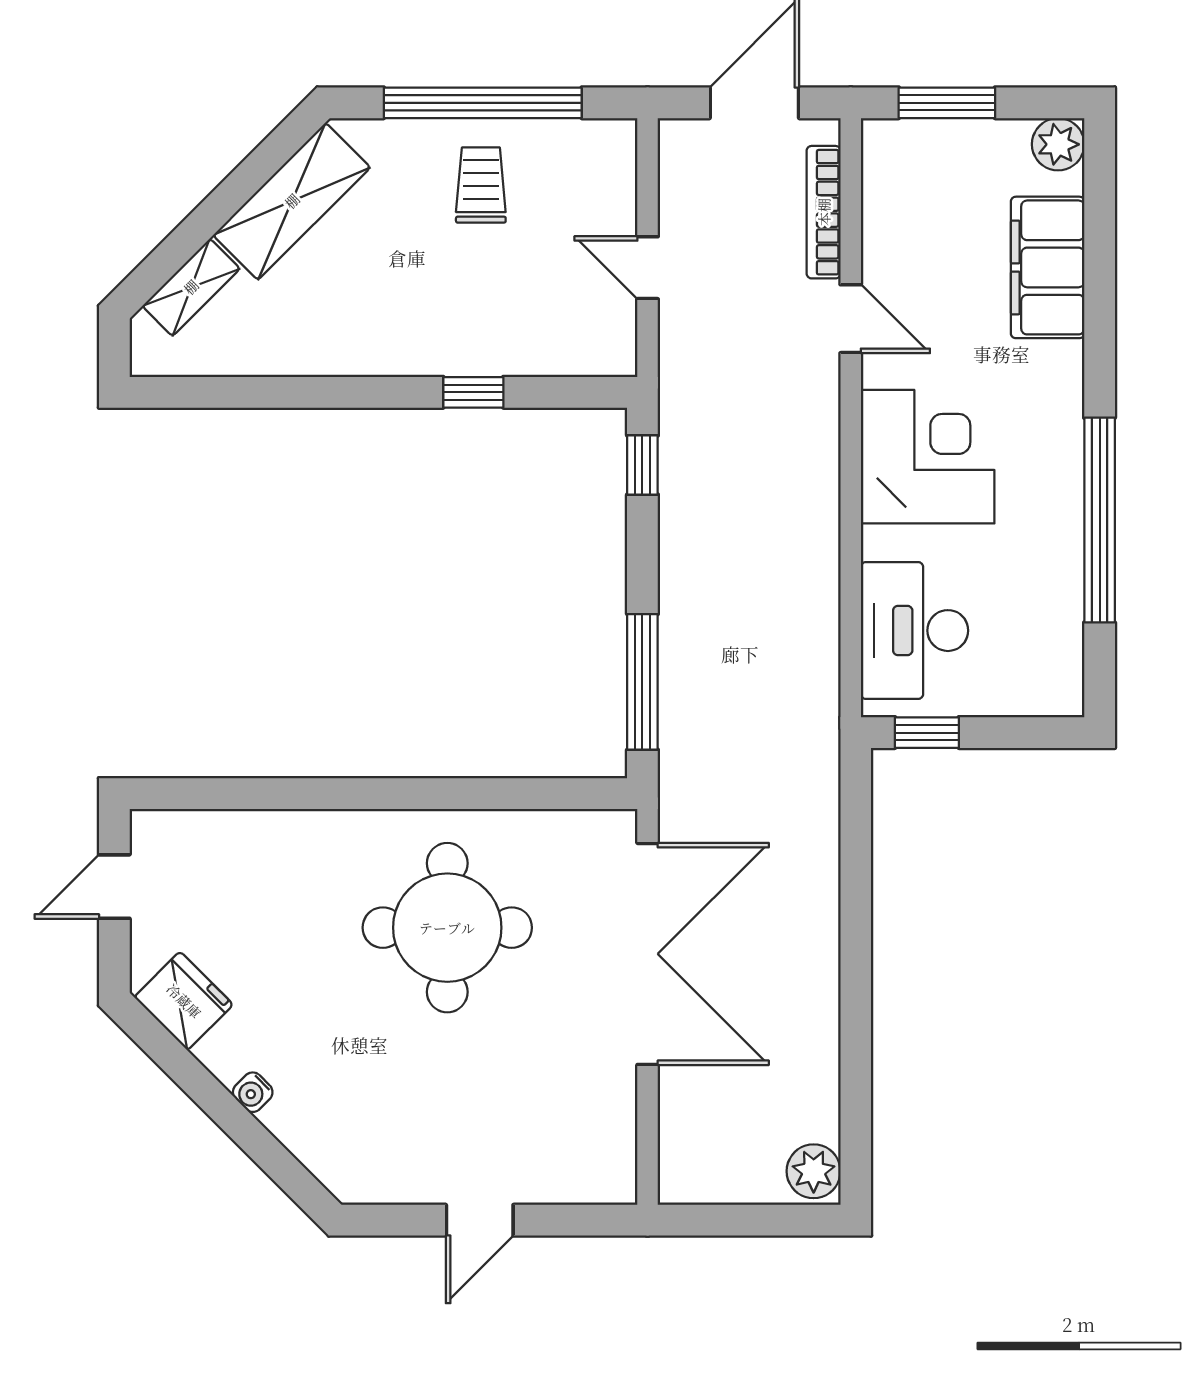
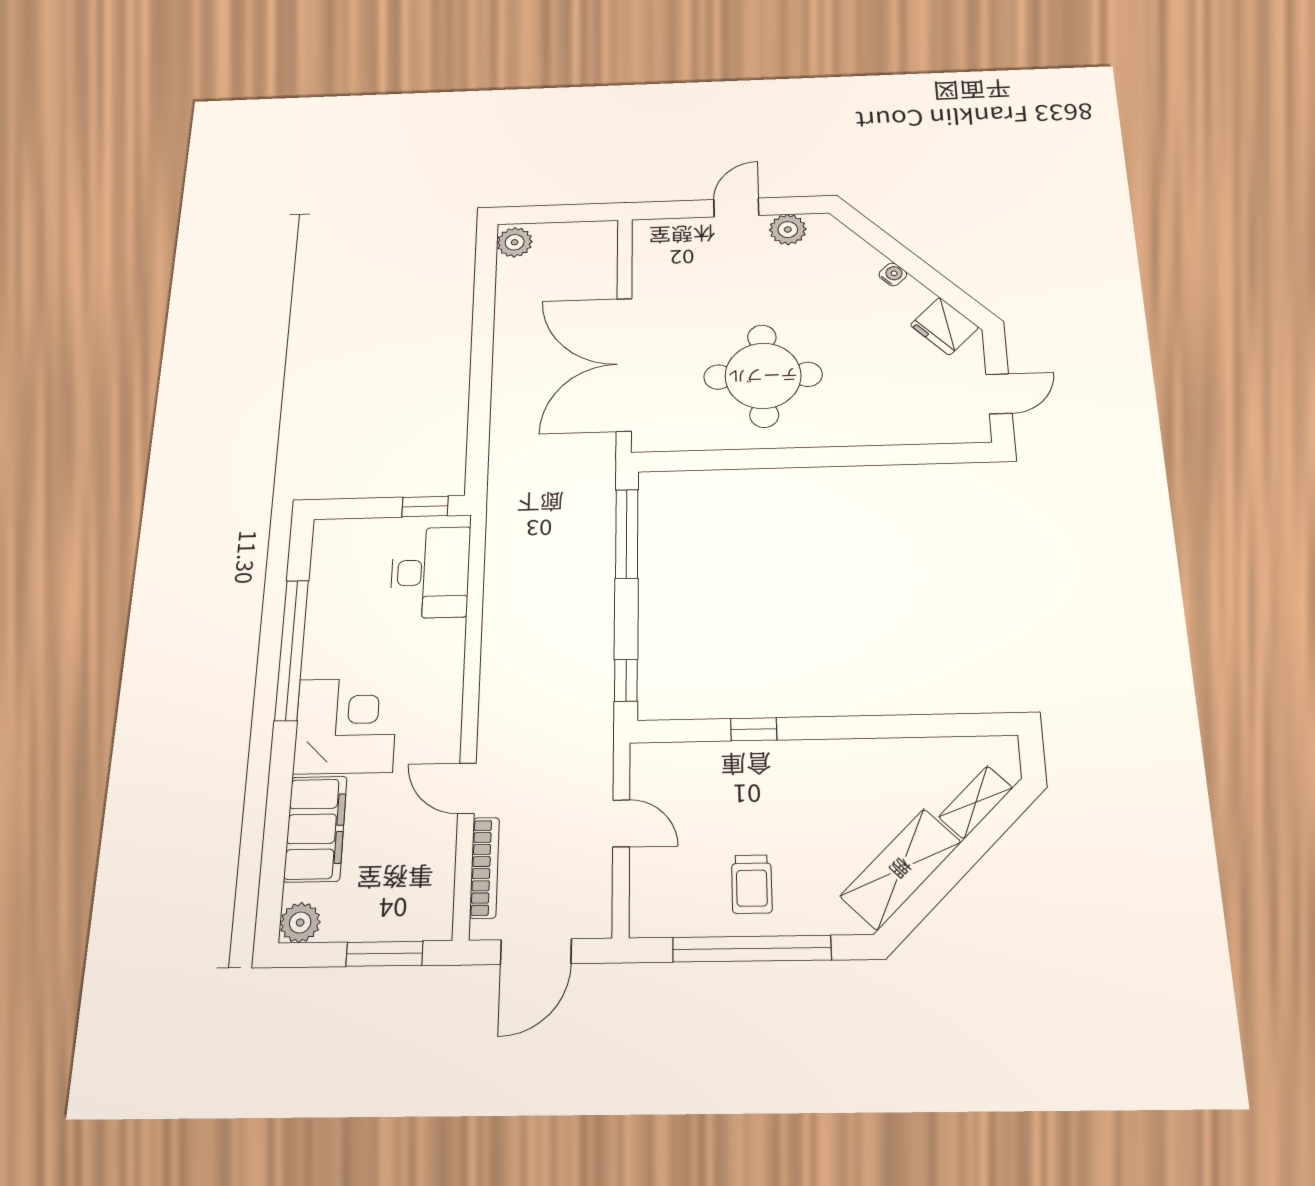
corner desk: (928, 457) -> (346, 726), moved, turned 180
plant: (404, 1177) -> (788, 230), added

